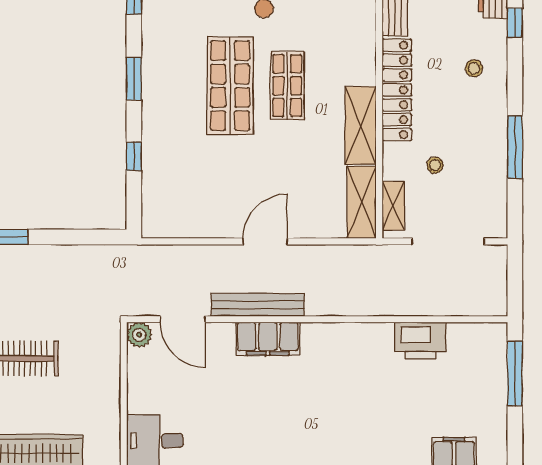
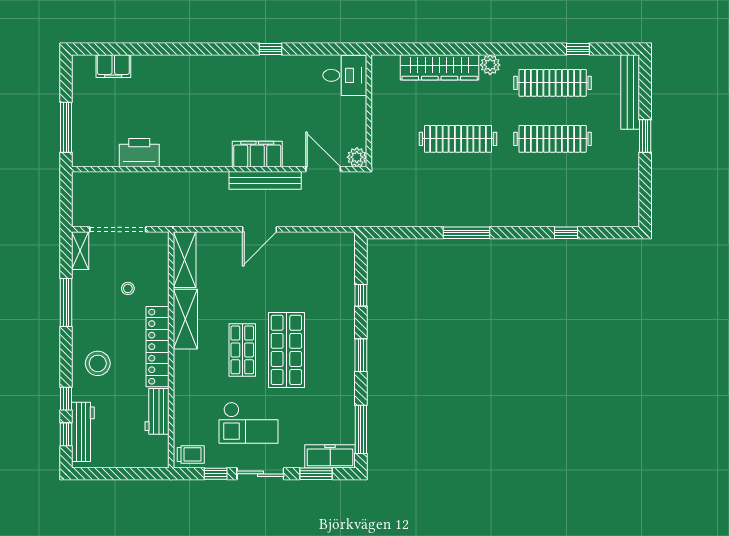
stool: (474, 68) -> (98, 363), width x1.89, depth x1.89
shelving: (393, 206) -> (80, 251), moved

